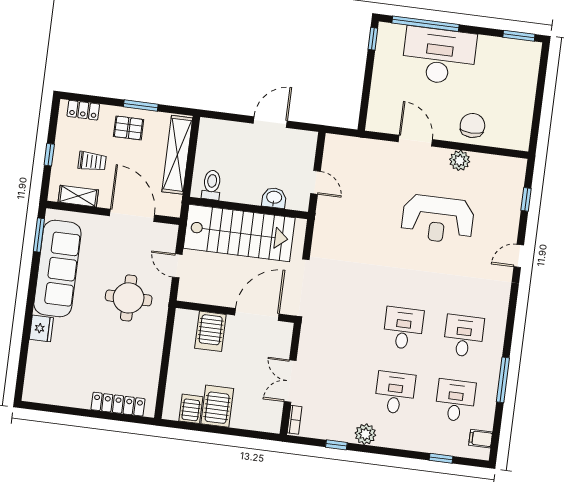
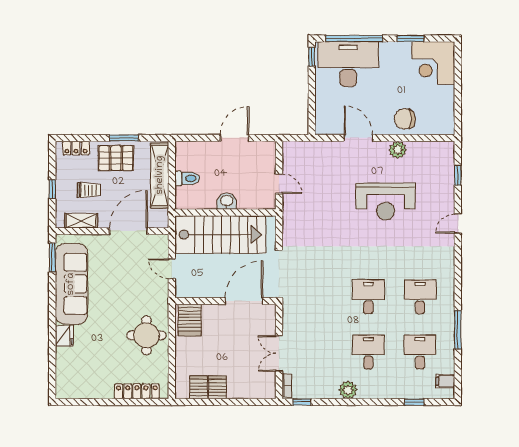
window: (519, 36) -> (410, 38), moved
desk: (439, 56) -> (348, 64), moved
corner desk: (514, 64) -> (433, 63), added
chair: (472, 125) -> (405, 119), turned -90
pallet: (129, 128) -> (116, 158), width x1.50, depth x1.42
toilet: (212, 185) -> (187, 178), moved, turned 90
washbasin: (274, 198) -> (227, 201), moved
door: (132, 215) -> (128, 231), hinge flipped
round table: (129, 298) -> (146, 335), moved
server rack: (210, 331) -> (190, 320), moved
server rack: (217, 406) -> (217, 387), width x0.73, depth x0.70
window: (336, 445) -> (302, 402), moved

